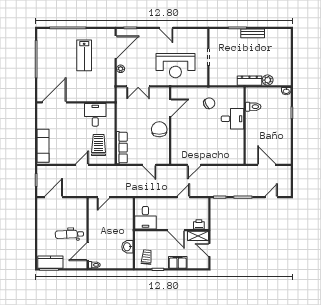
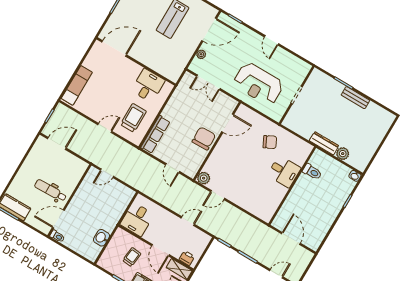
plant: (176, 159) -> (204, 178), added
trolley: (147, 257) -> (132, 257), moved

